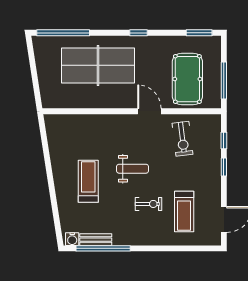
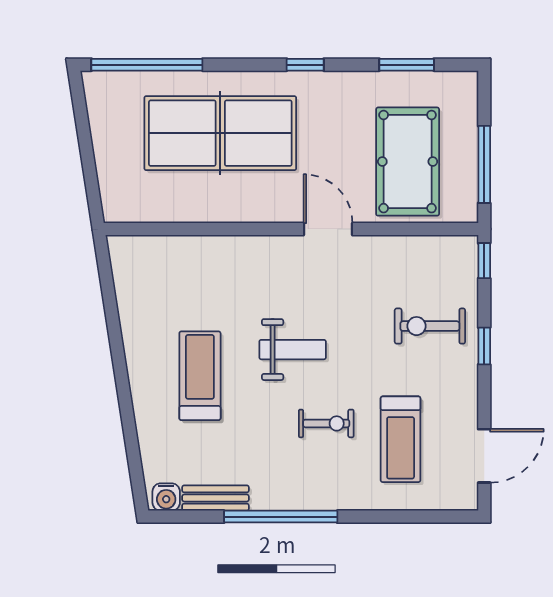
window: (199, 33) -> (407, 65), moved
exercise bike: (182, 139) -> (430, 326), moved, turned 97
window: (224, 140) -> (484, 261), moved
window: (103, 248) -> (281, 517), moved

